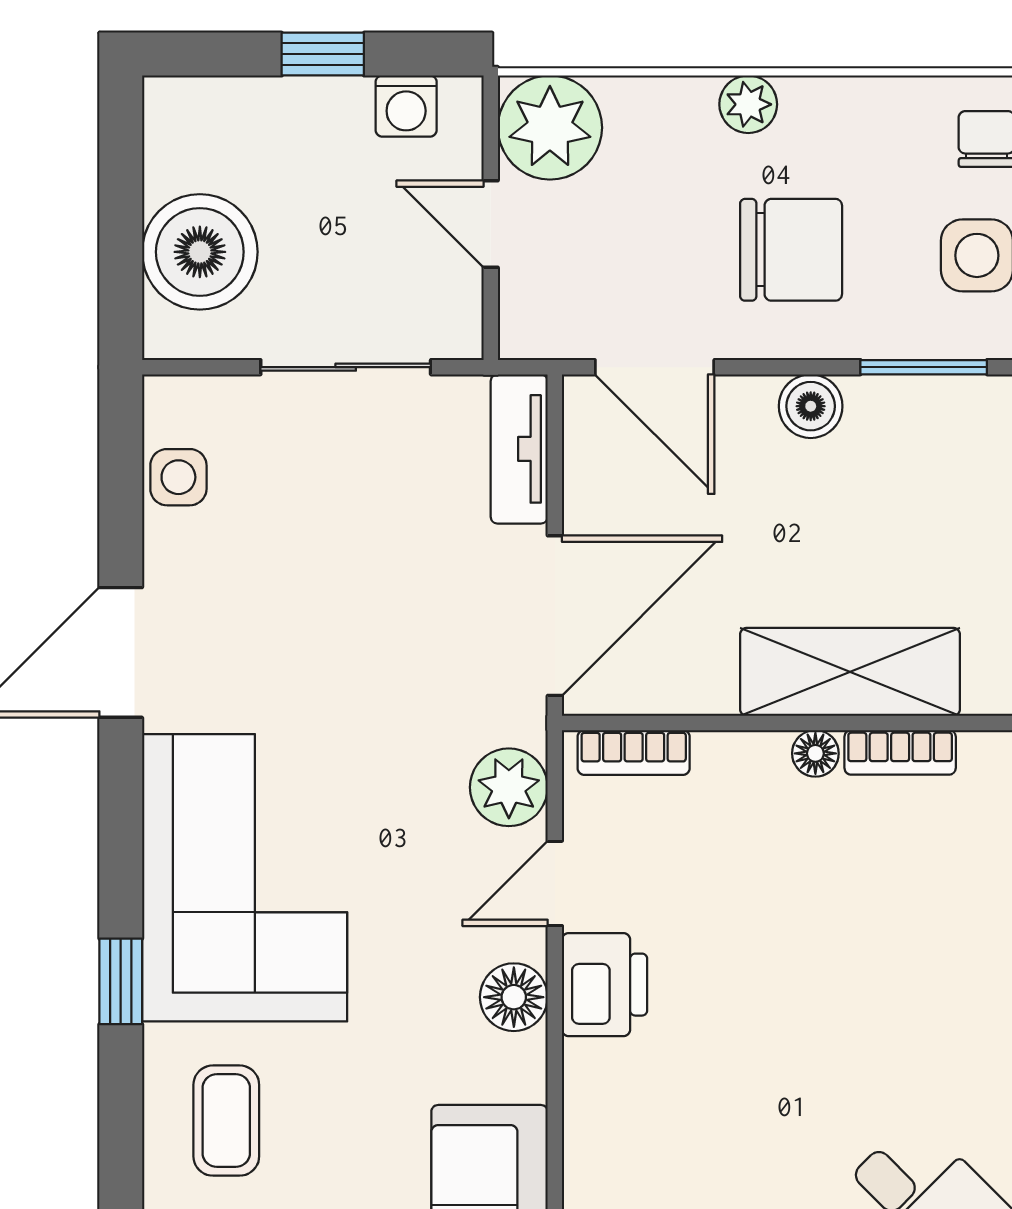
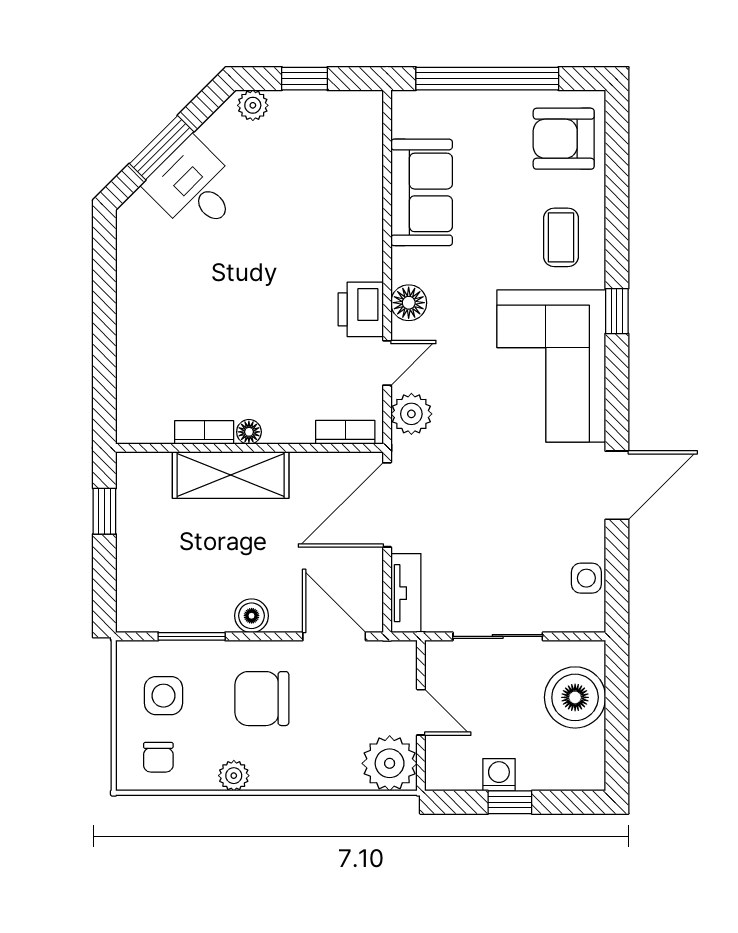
plant: (748, 104) -> (234, 776), moved
washing machine: (406, 106) -> (499, 775), moved

